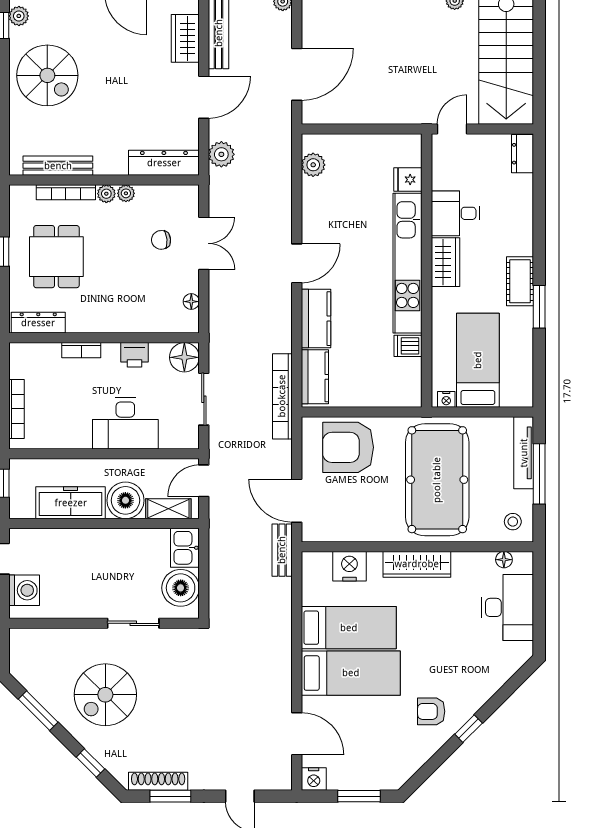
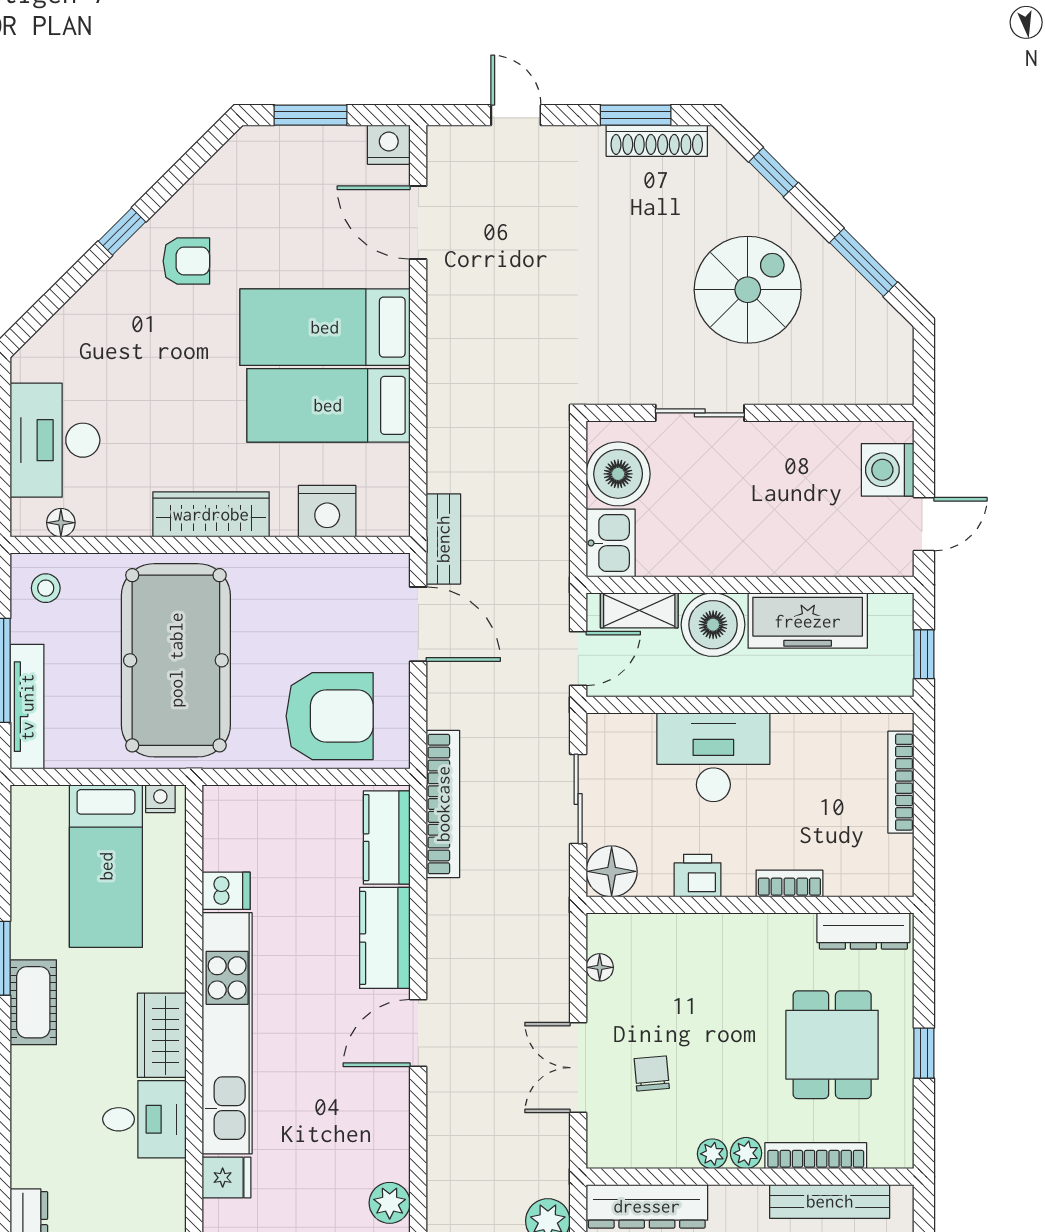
chair: (161, 240) -> (652, 1073), turned -90

